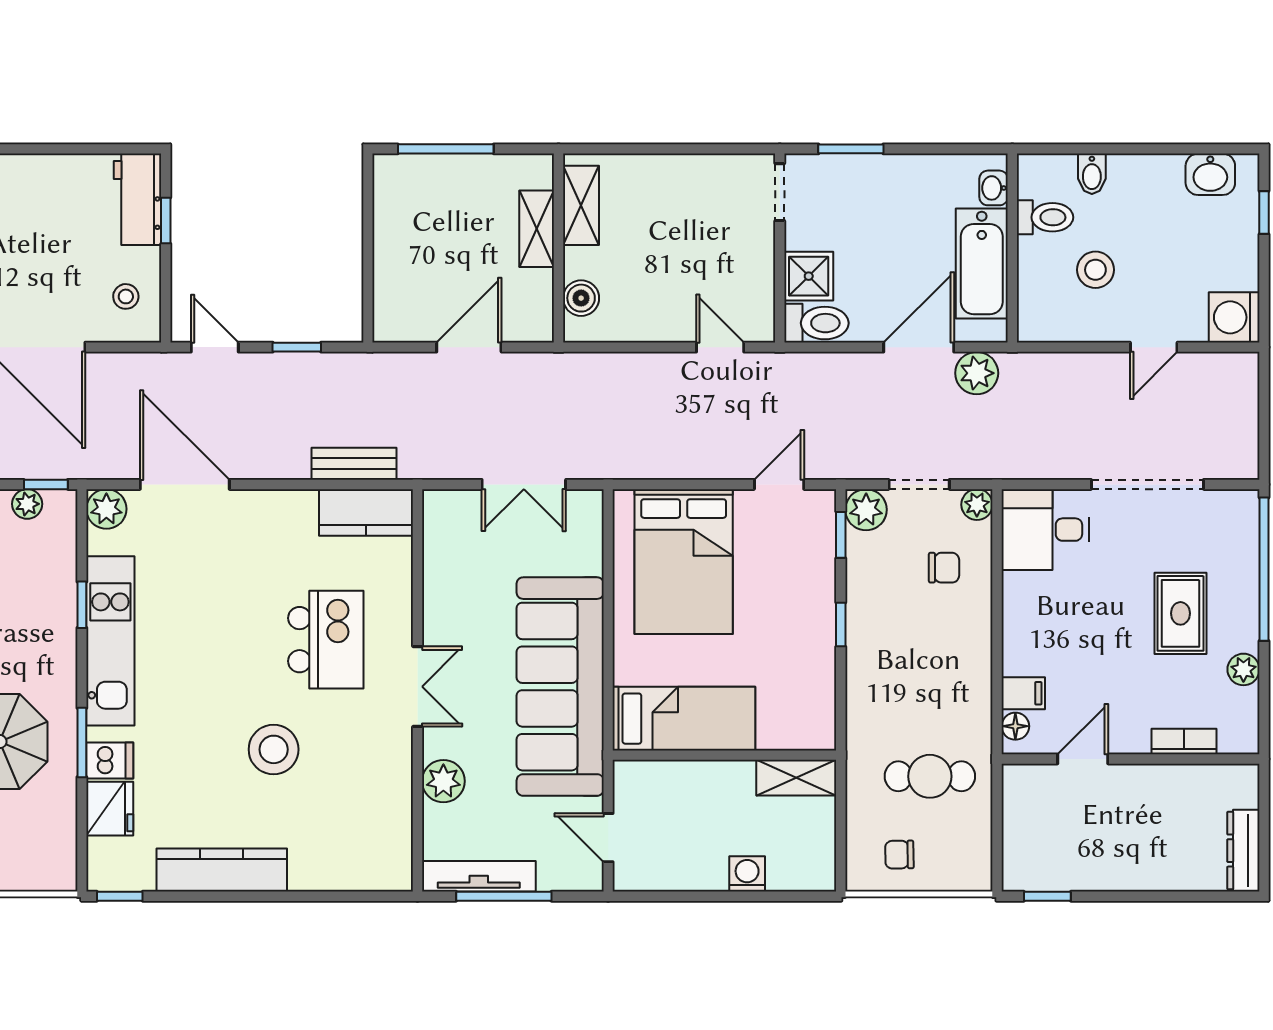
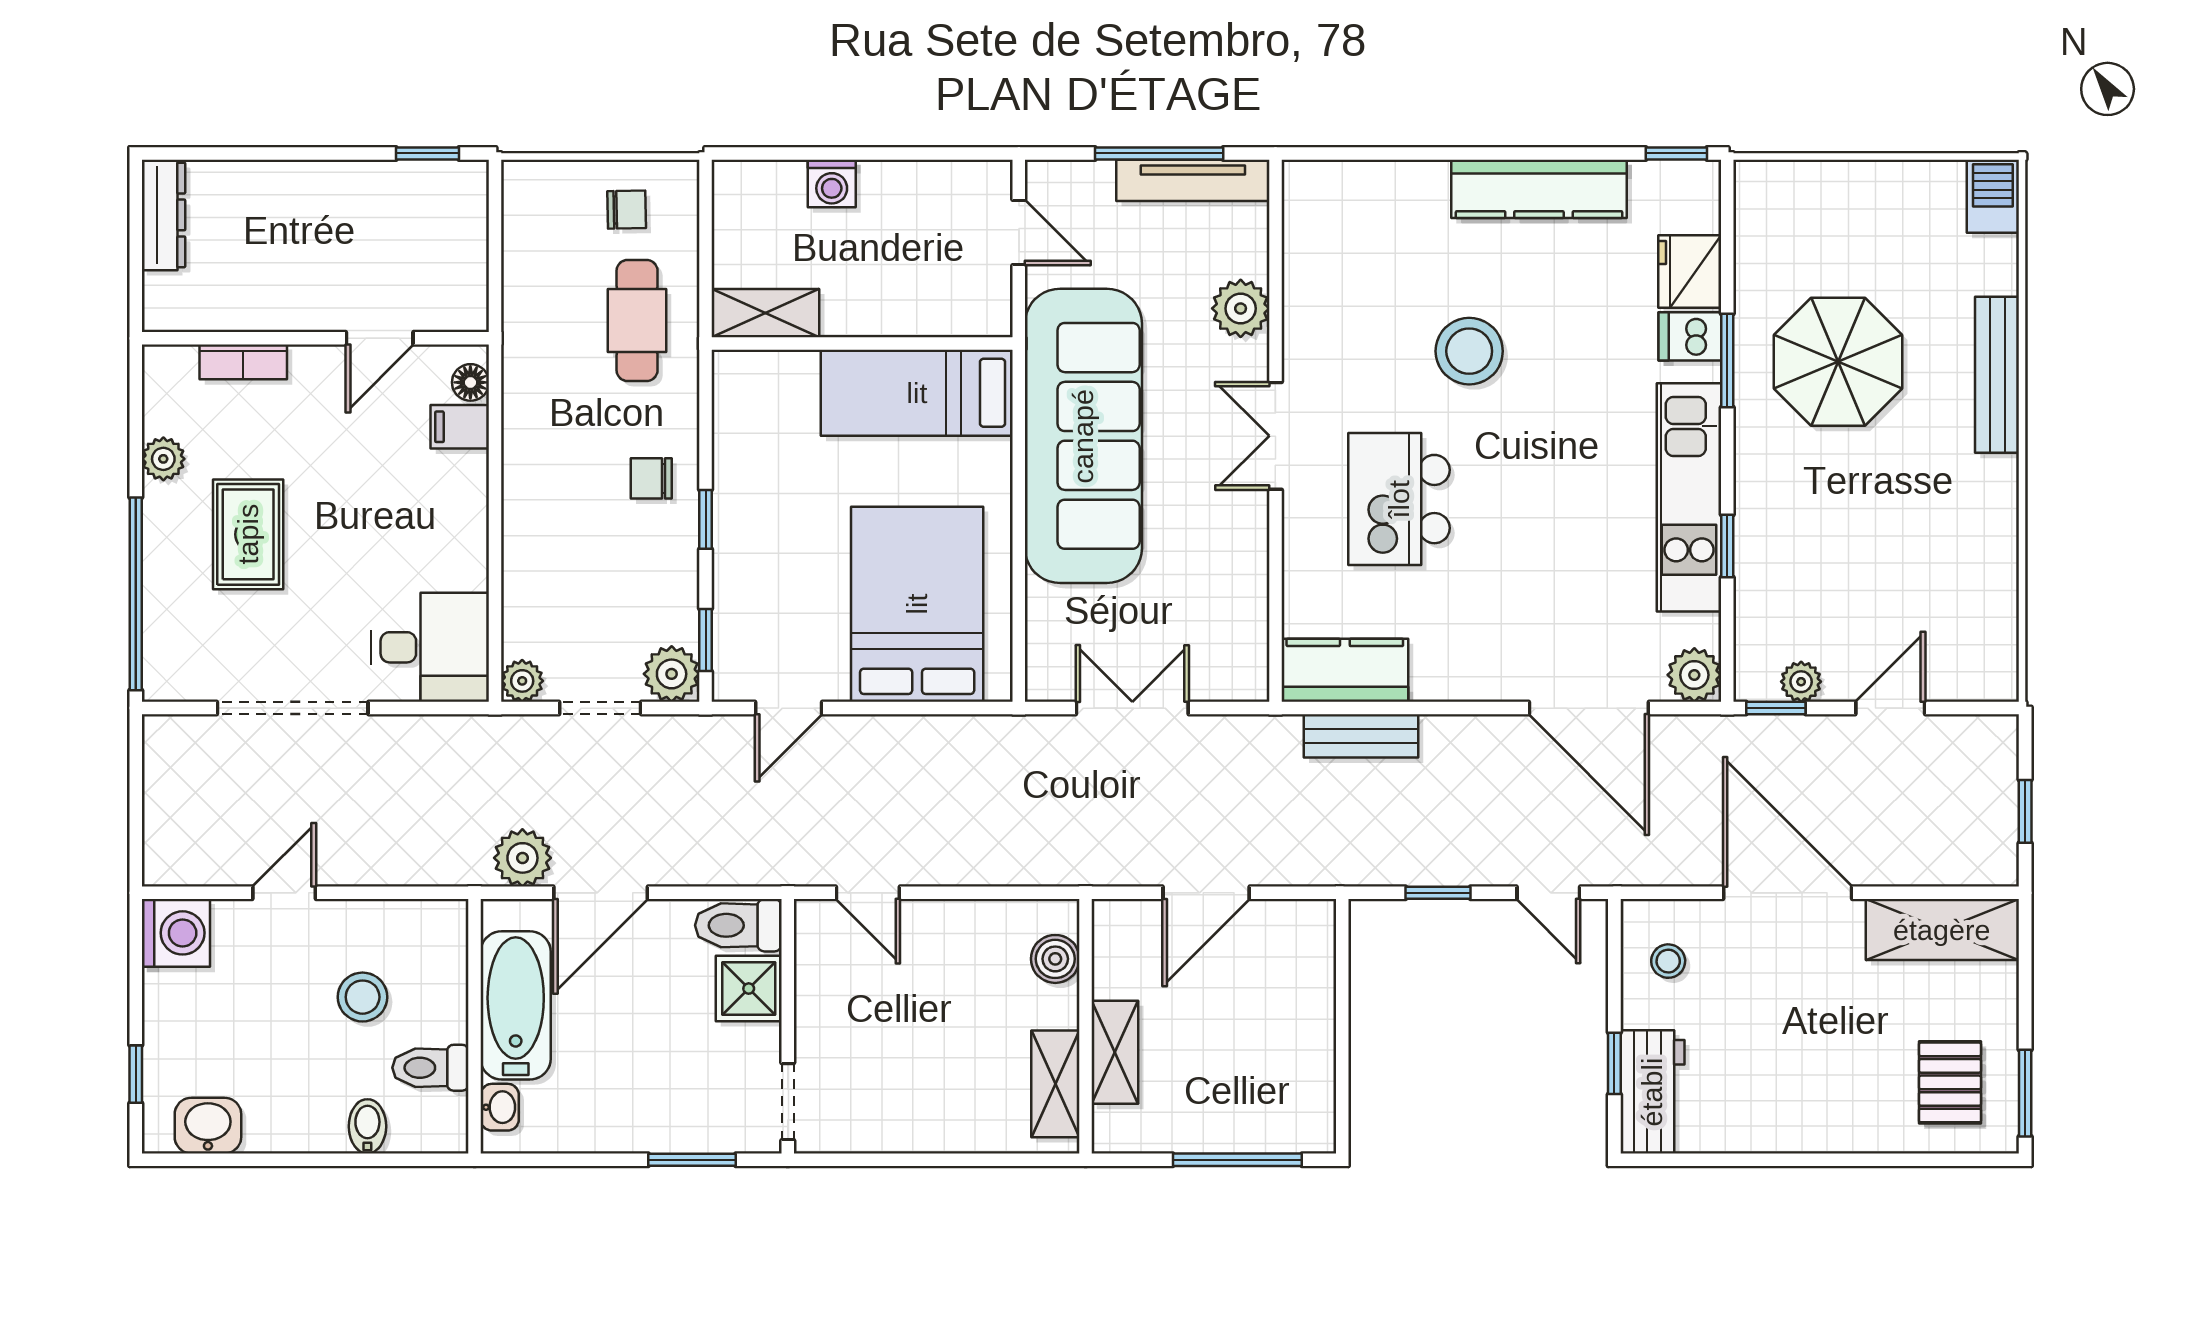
chair: (944, 568) -> (651, 478), moved
cafe table: (930, 776) -> (637, 320), moved, turned 90

